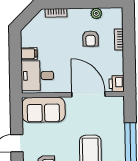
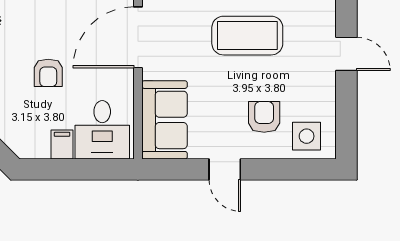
armchair: (91, 39) -> (48, 73), moved, turned 90

